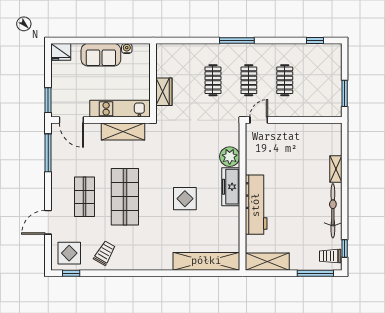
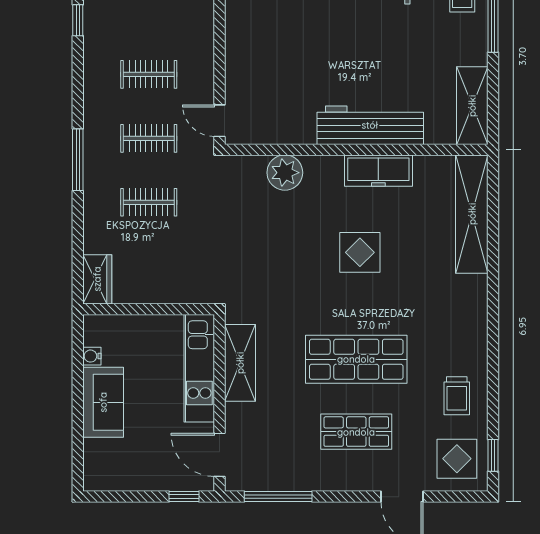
fridge: (61, 52) -> (98, 474), removed
wardrobe: (164, 92) -> (97, 279), moved, turned 90
window: (48, 100) -> (184, 497), width x0.67
door: (71, 120) -> (220, 455), swing flipped
freezer: (231, 187) -> (378, 171), moved
trolley: (105, 253) -> (457, 396), turned -120

